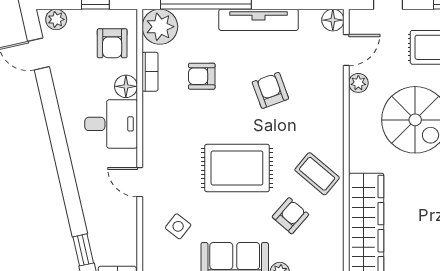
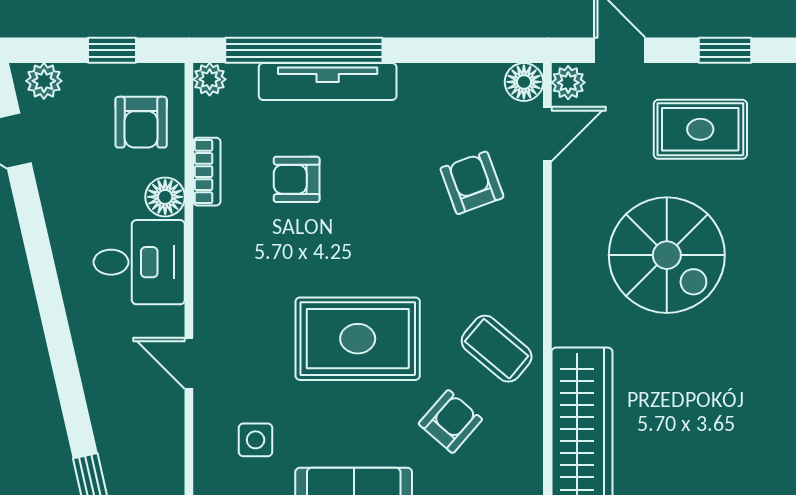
tv unit: (259, 20) -> (328, 82), moved
plant: (160, 27) -> (210, 79), width x0.53, depth x0.53
plant: (358, 83) -> (568, 83), moved
armchair: (270, 90) -> (472, 183), moved
side table: (178, 226) -> (256, 440), turned -38

